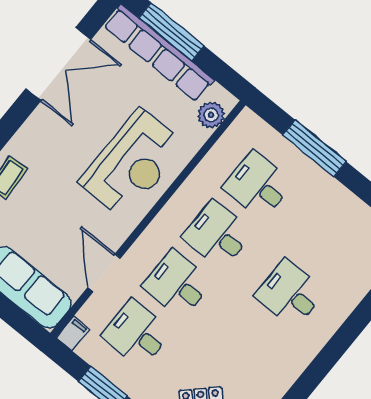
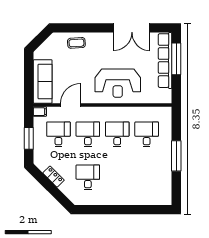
plant: (211, 115) -> (158, 97), removed
window: (314, 148) -> (176, 156), moved
desk: (290, 294) -> (88, 177), moved

